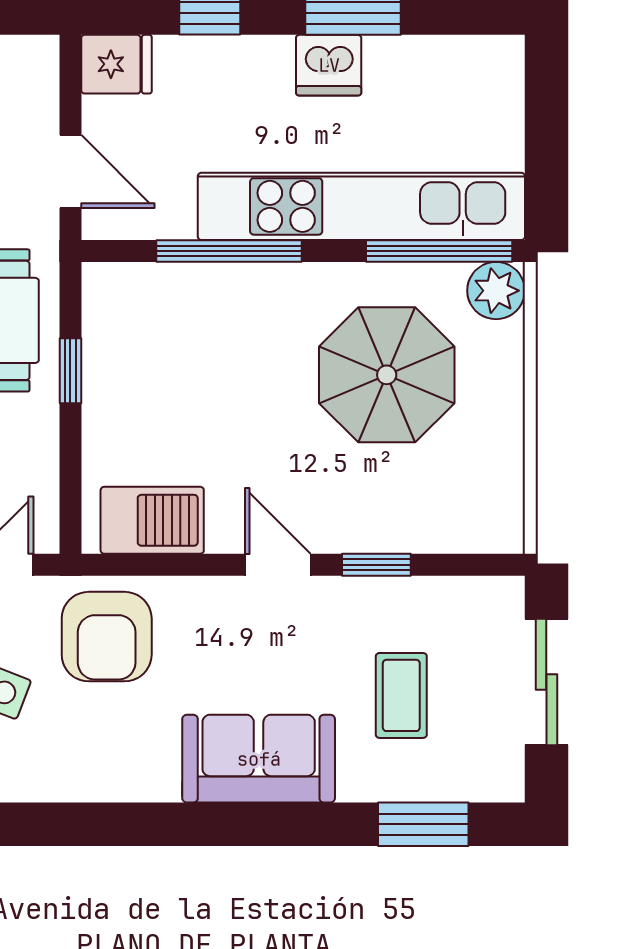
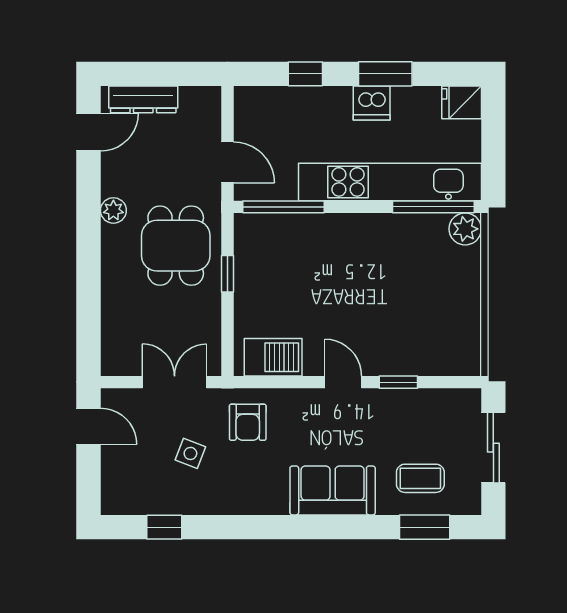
fridge: (117, 64) -> (462, 102), moved, turned 180
window: (229, 251) -> (284, 207), moved
parasol: (387, 375) -> (404, 276), removed
armchair: (107, 637) -> (248, 422), width x0.72, depth x0.72
coffee table: (401, 695) -> (420, 478), moved, turned 90

